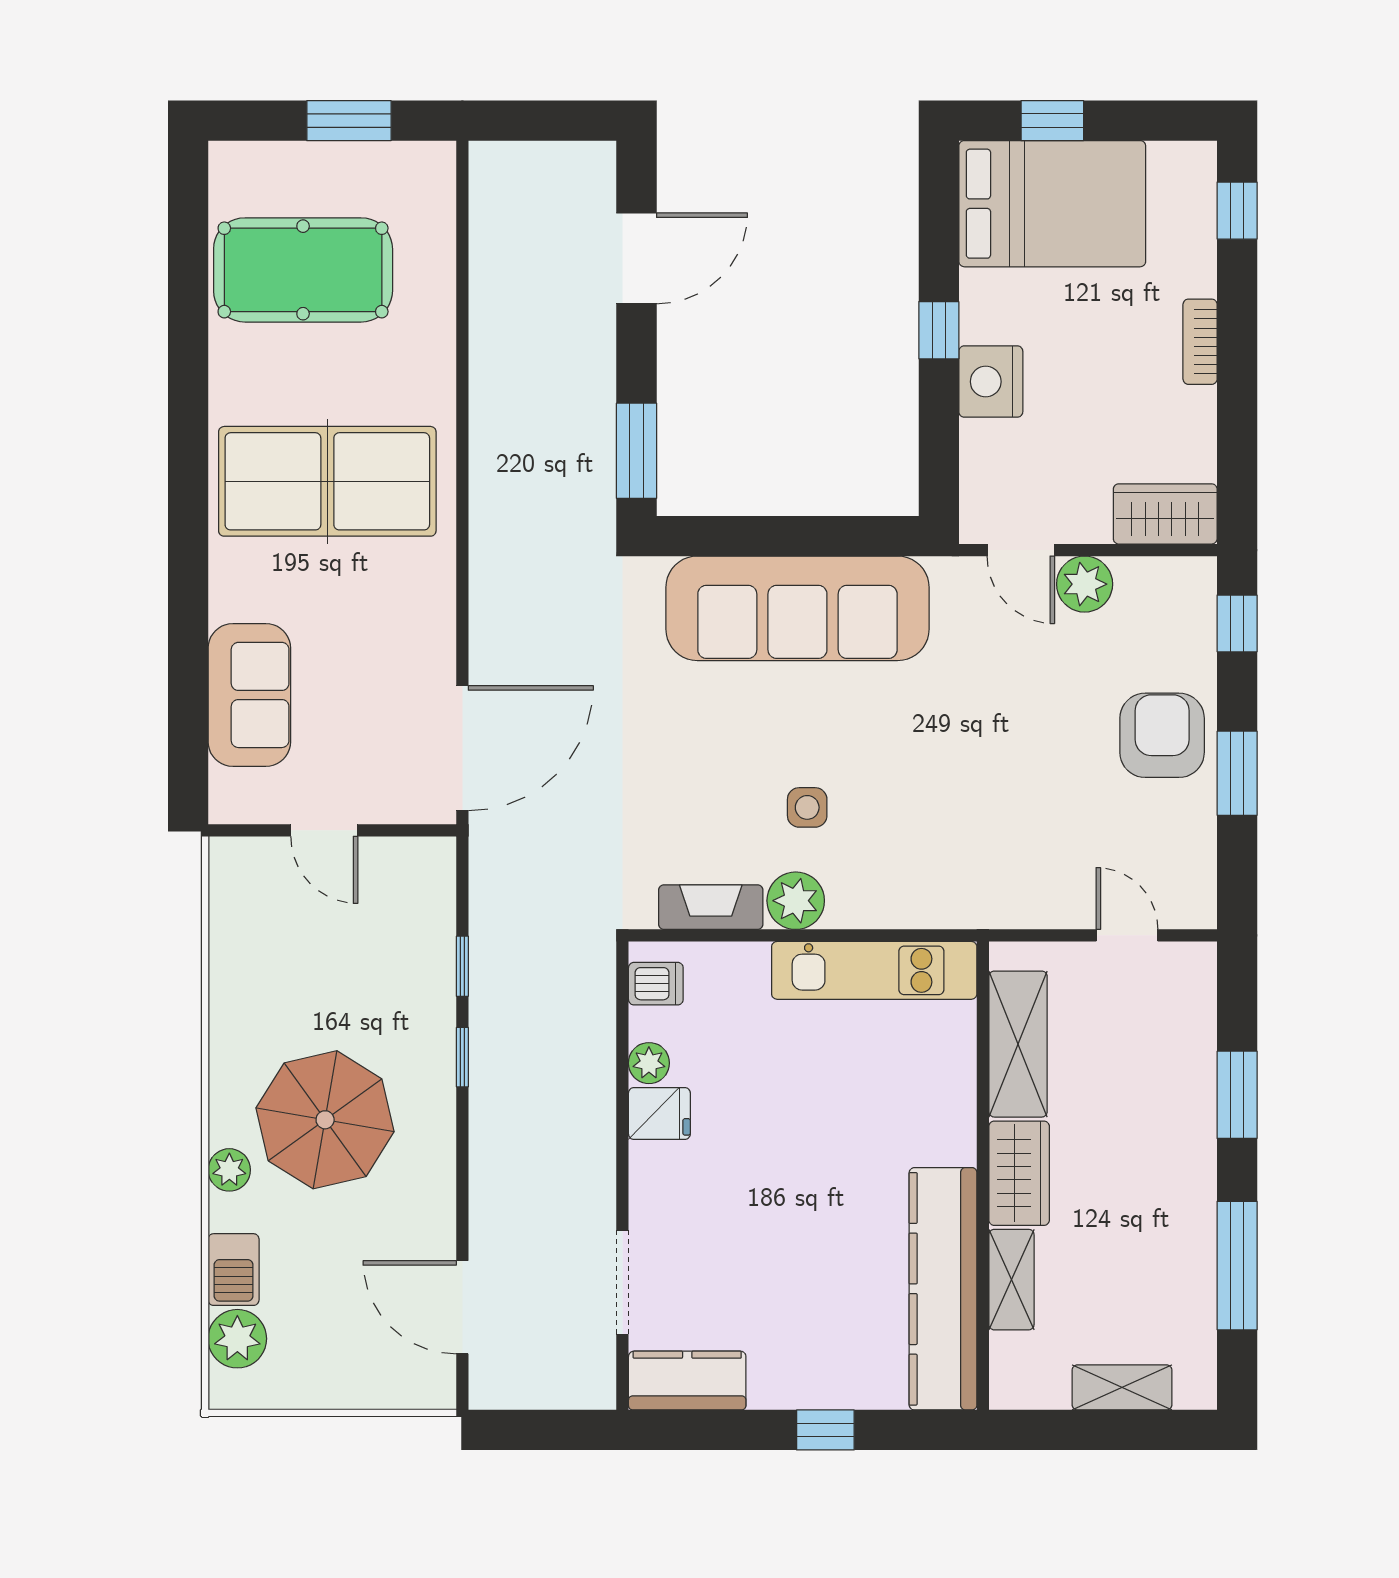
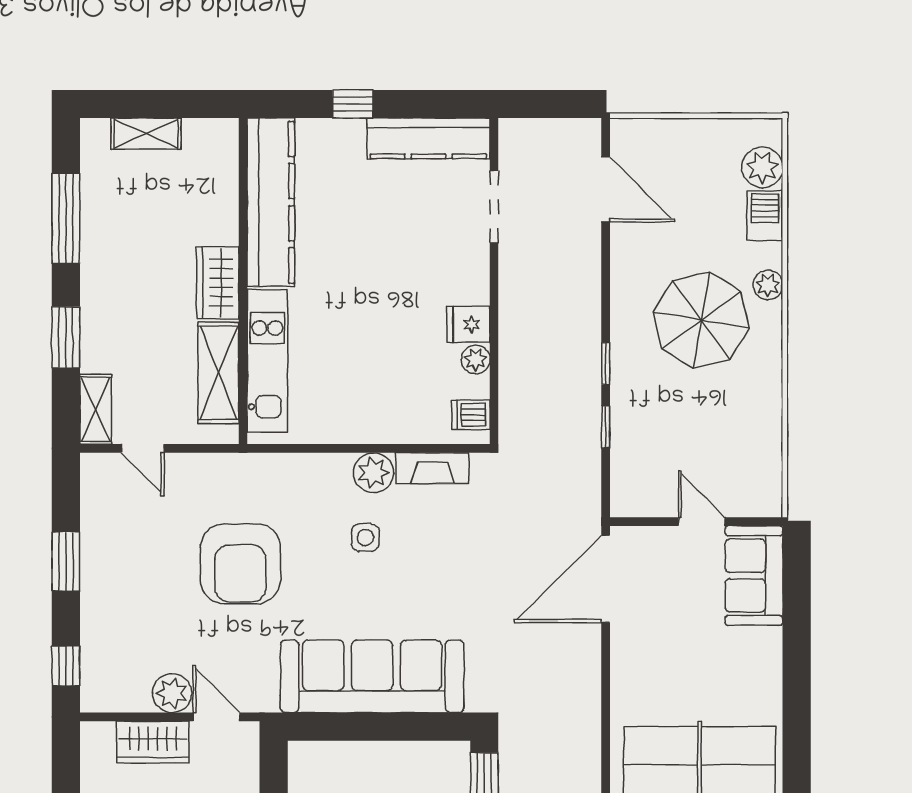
wardrobe: (1165, 514) -> (153, 742), moved
sofa: (249, 695) -> (754, 576), moved
armchair: (1162, 735) -> (240, 564), moved, width x1.36, depth x1.36
kitchen unit: (874, 970) -> (267, 361), moved, turned 90
shelving: (1011, 1280) -> (96, 409), moved
kitchen counter: (687, 1381) -> (428, 138), width x1.50

